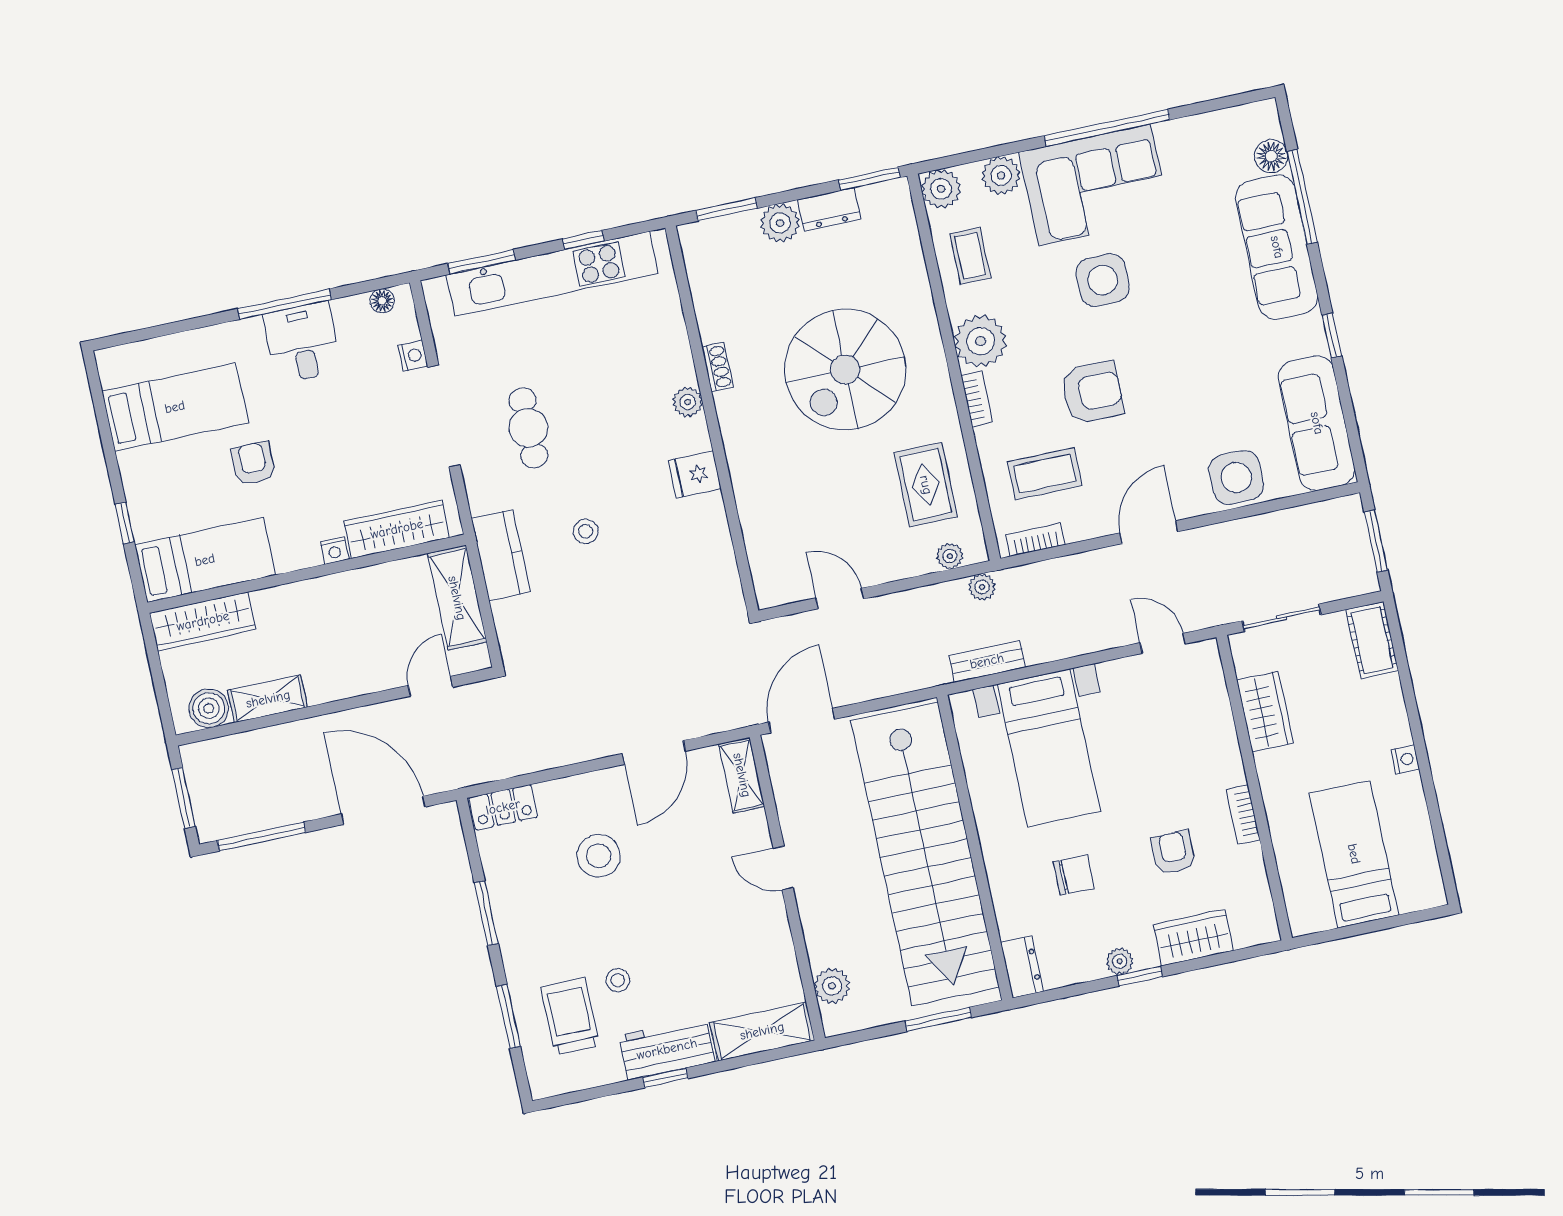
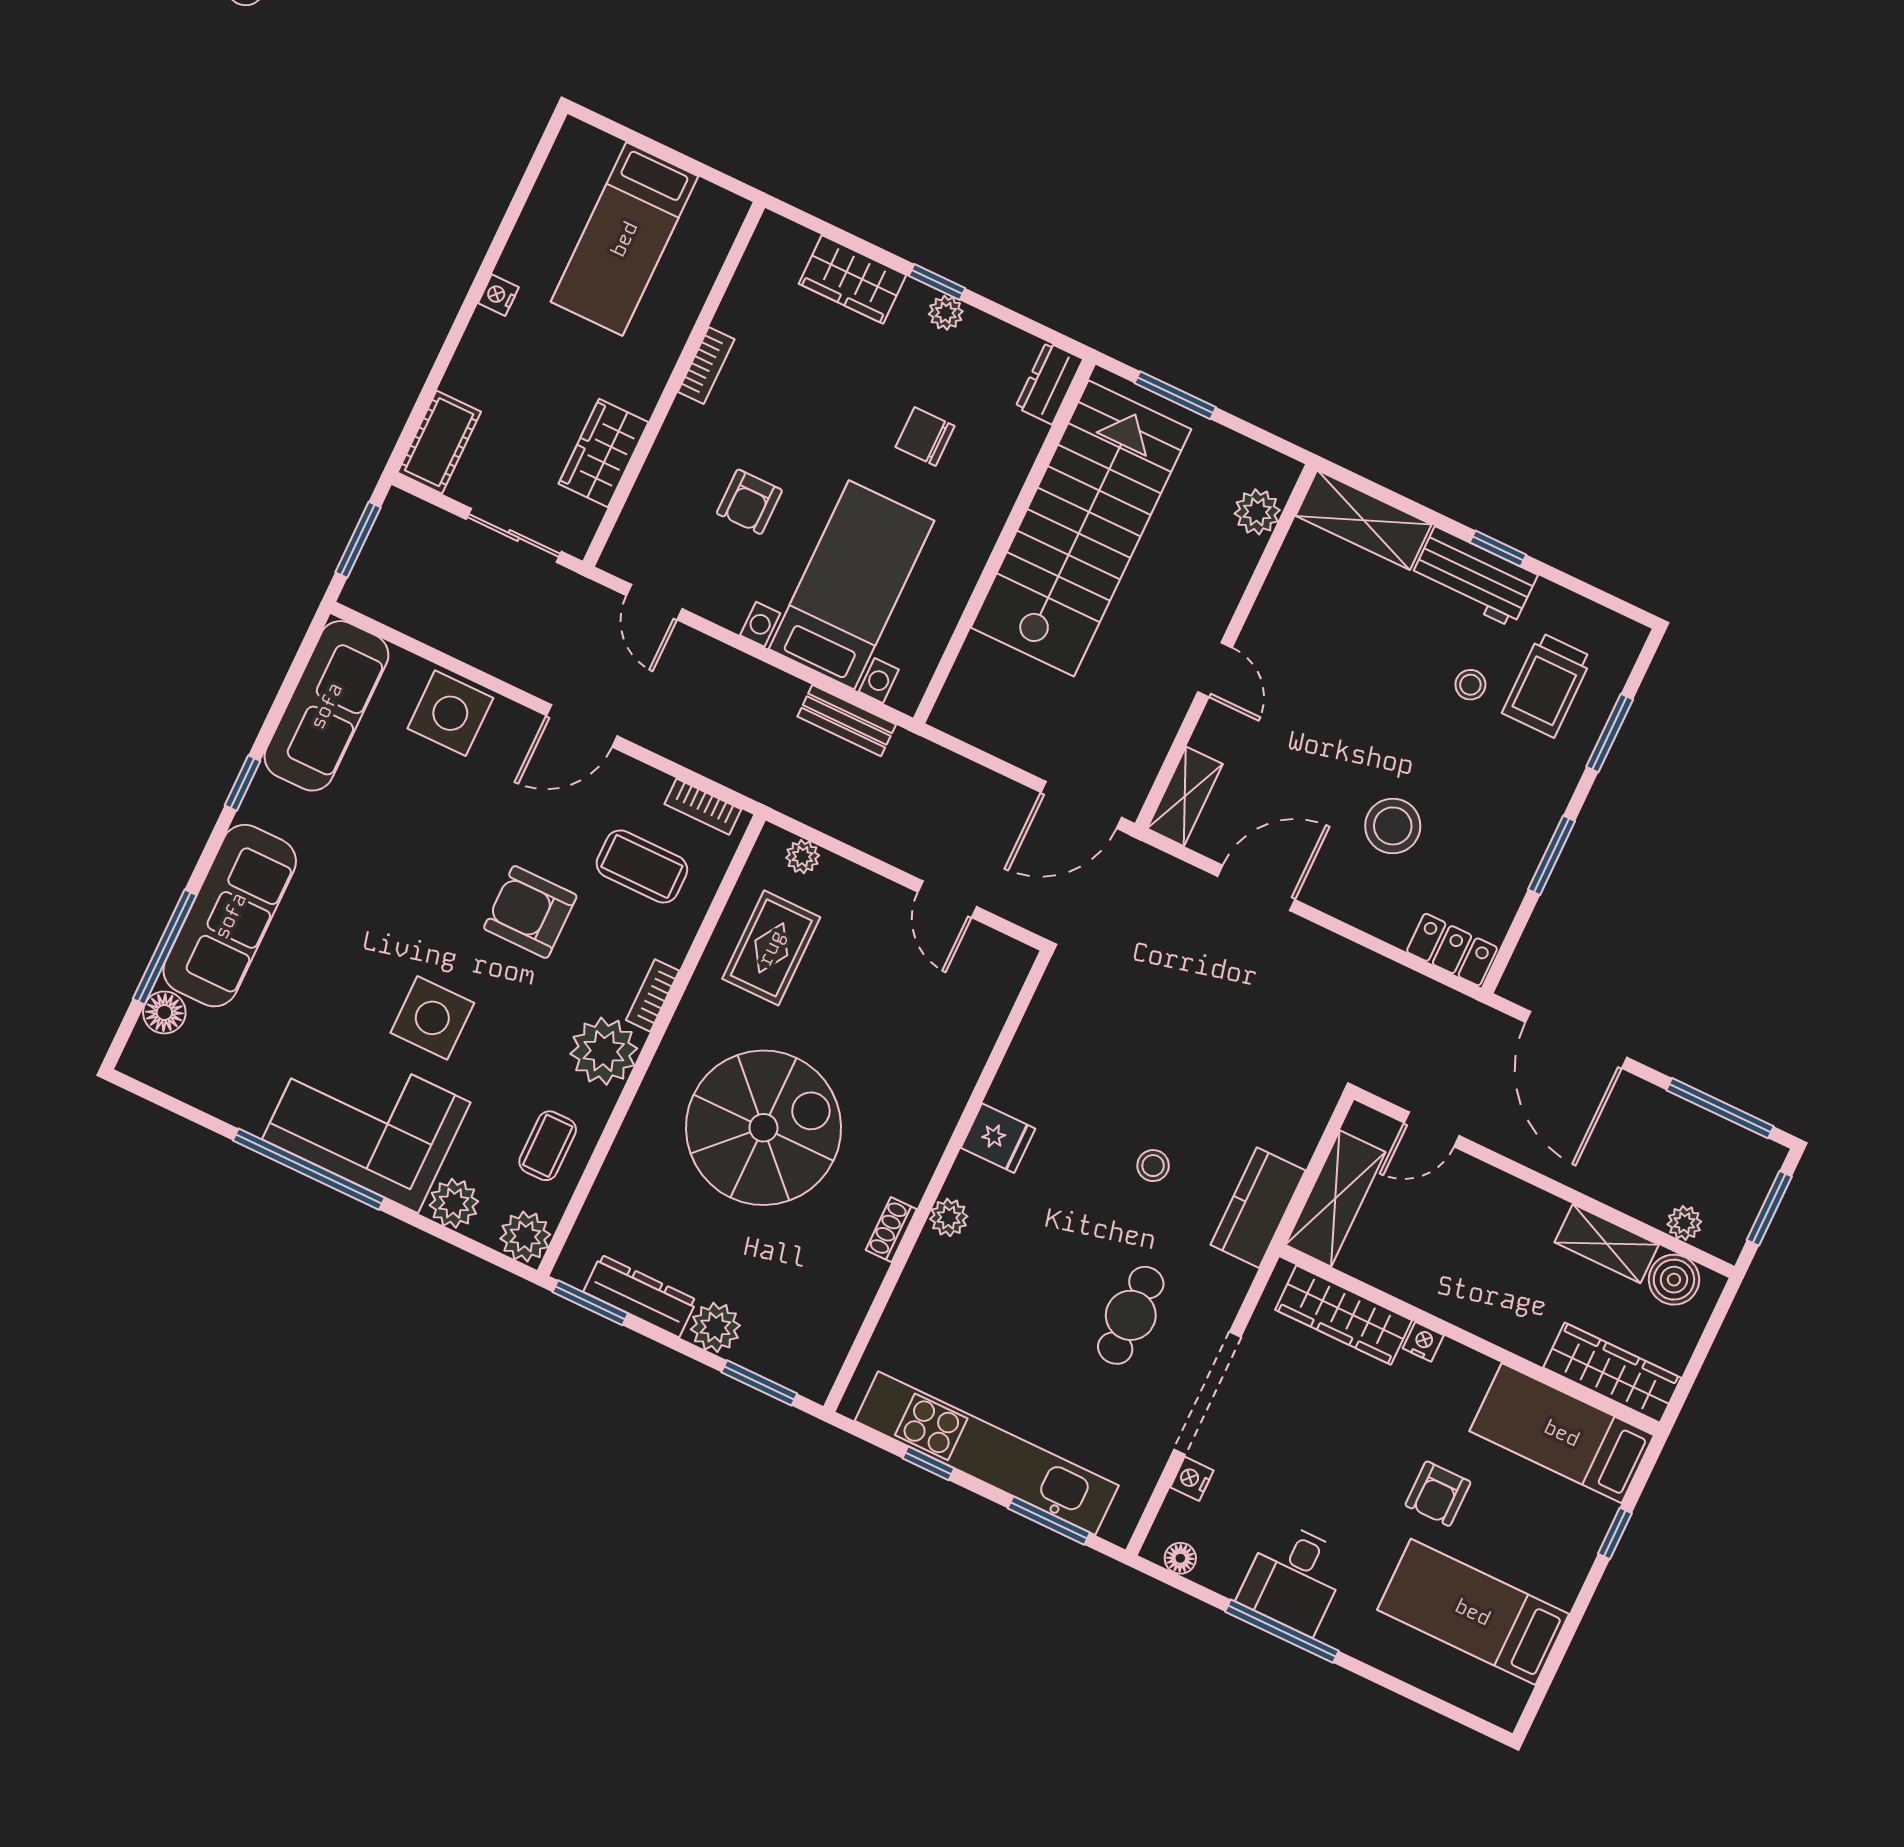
dresser: (829, 209) -> (640, 1296), width x1.44
plant: (982, 587) -> (1684, 1223), moved
armchair: (1173, 852) -> (749, 502), moved
stairs: (925, 854) -> (1081, 528), width x0.73

